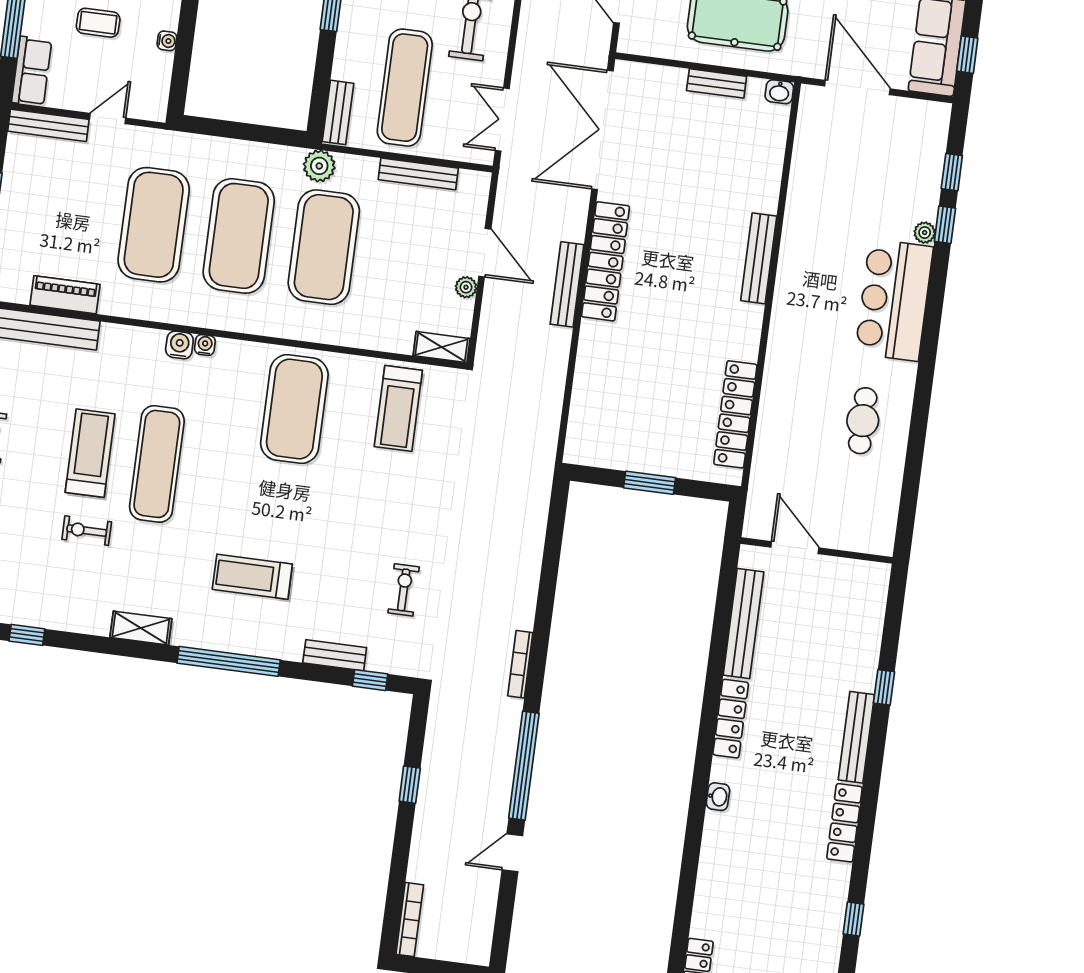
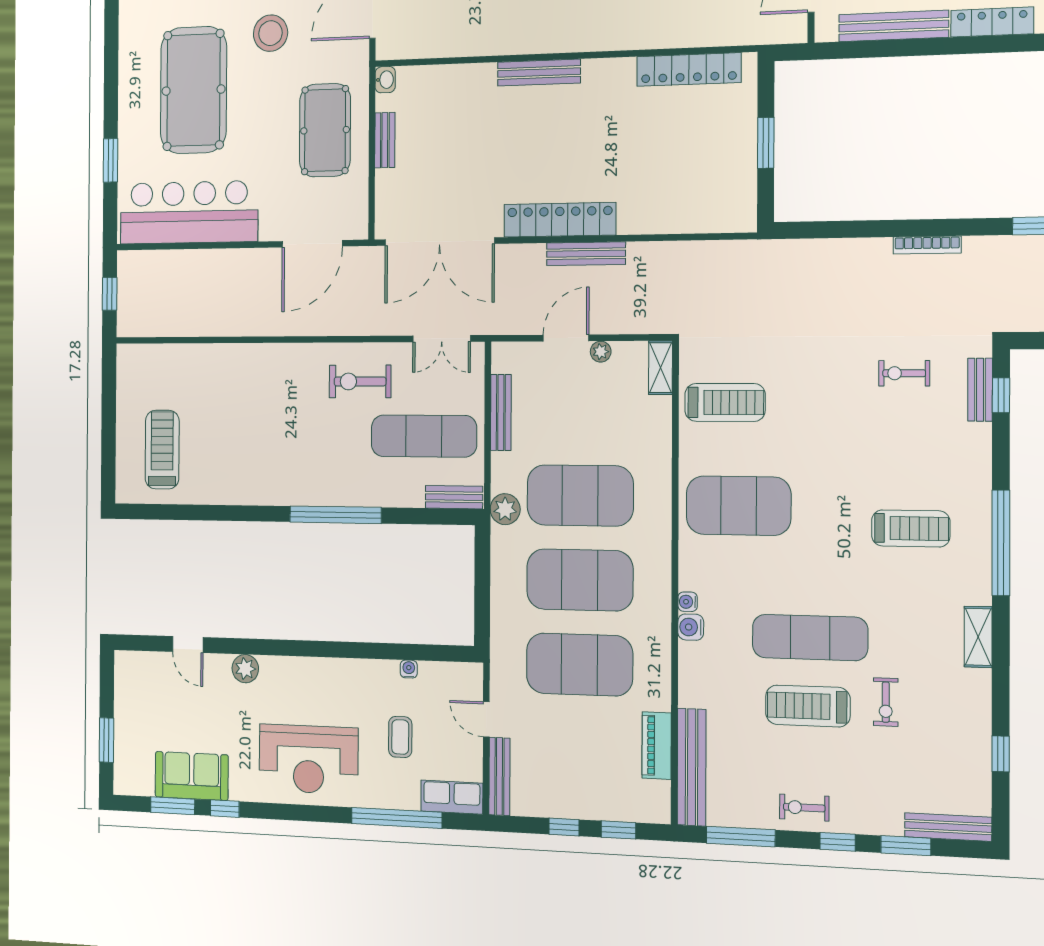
treadmill: (252, 577) -> (911, 528), turned -90
bench: (335, 655) -> (980, 390), moved
bookcase: (520, 664) -> (927, 245), moved

